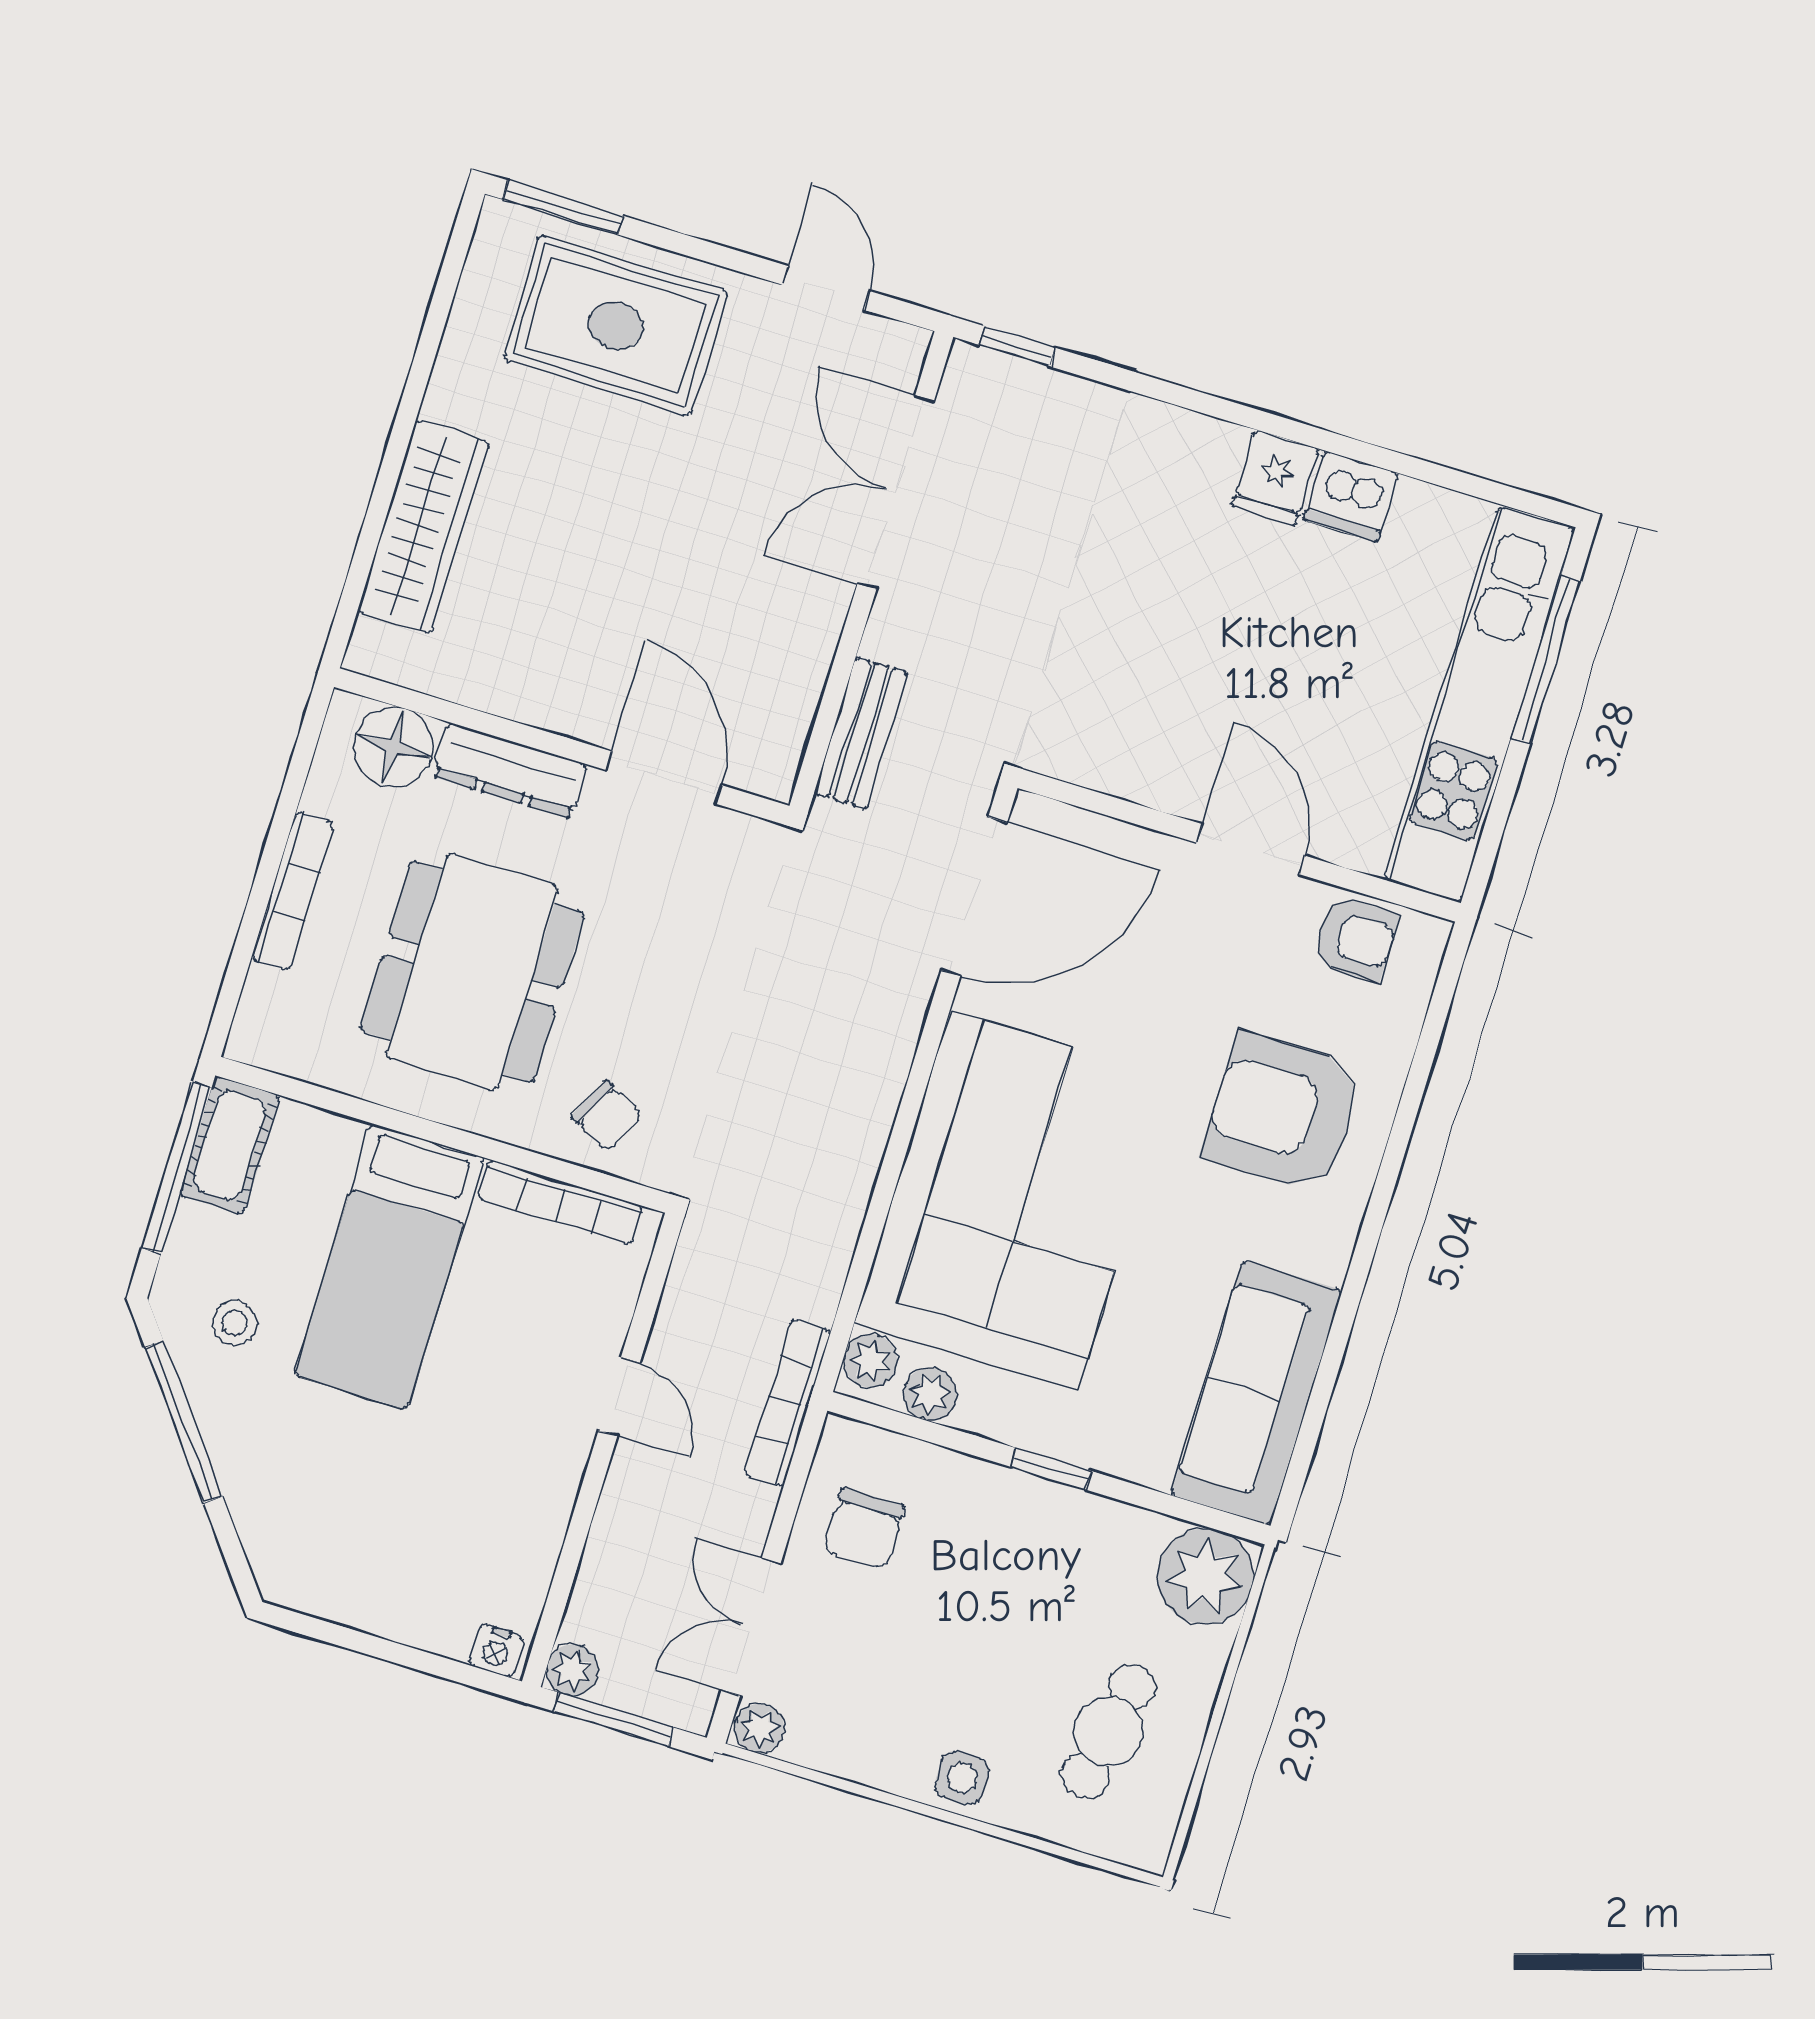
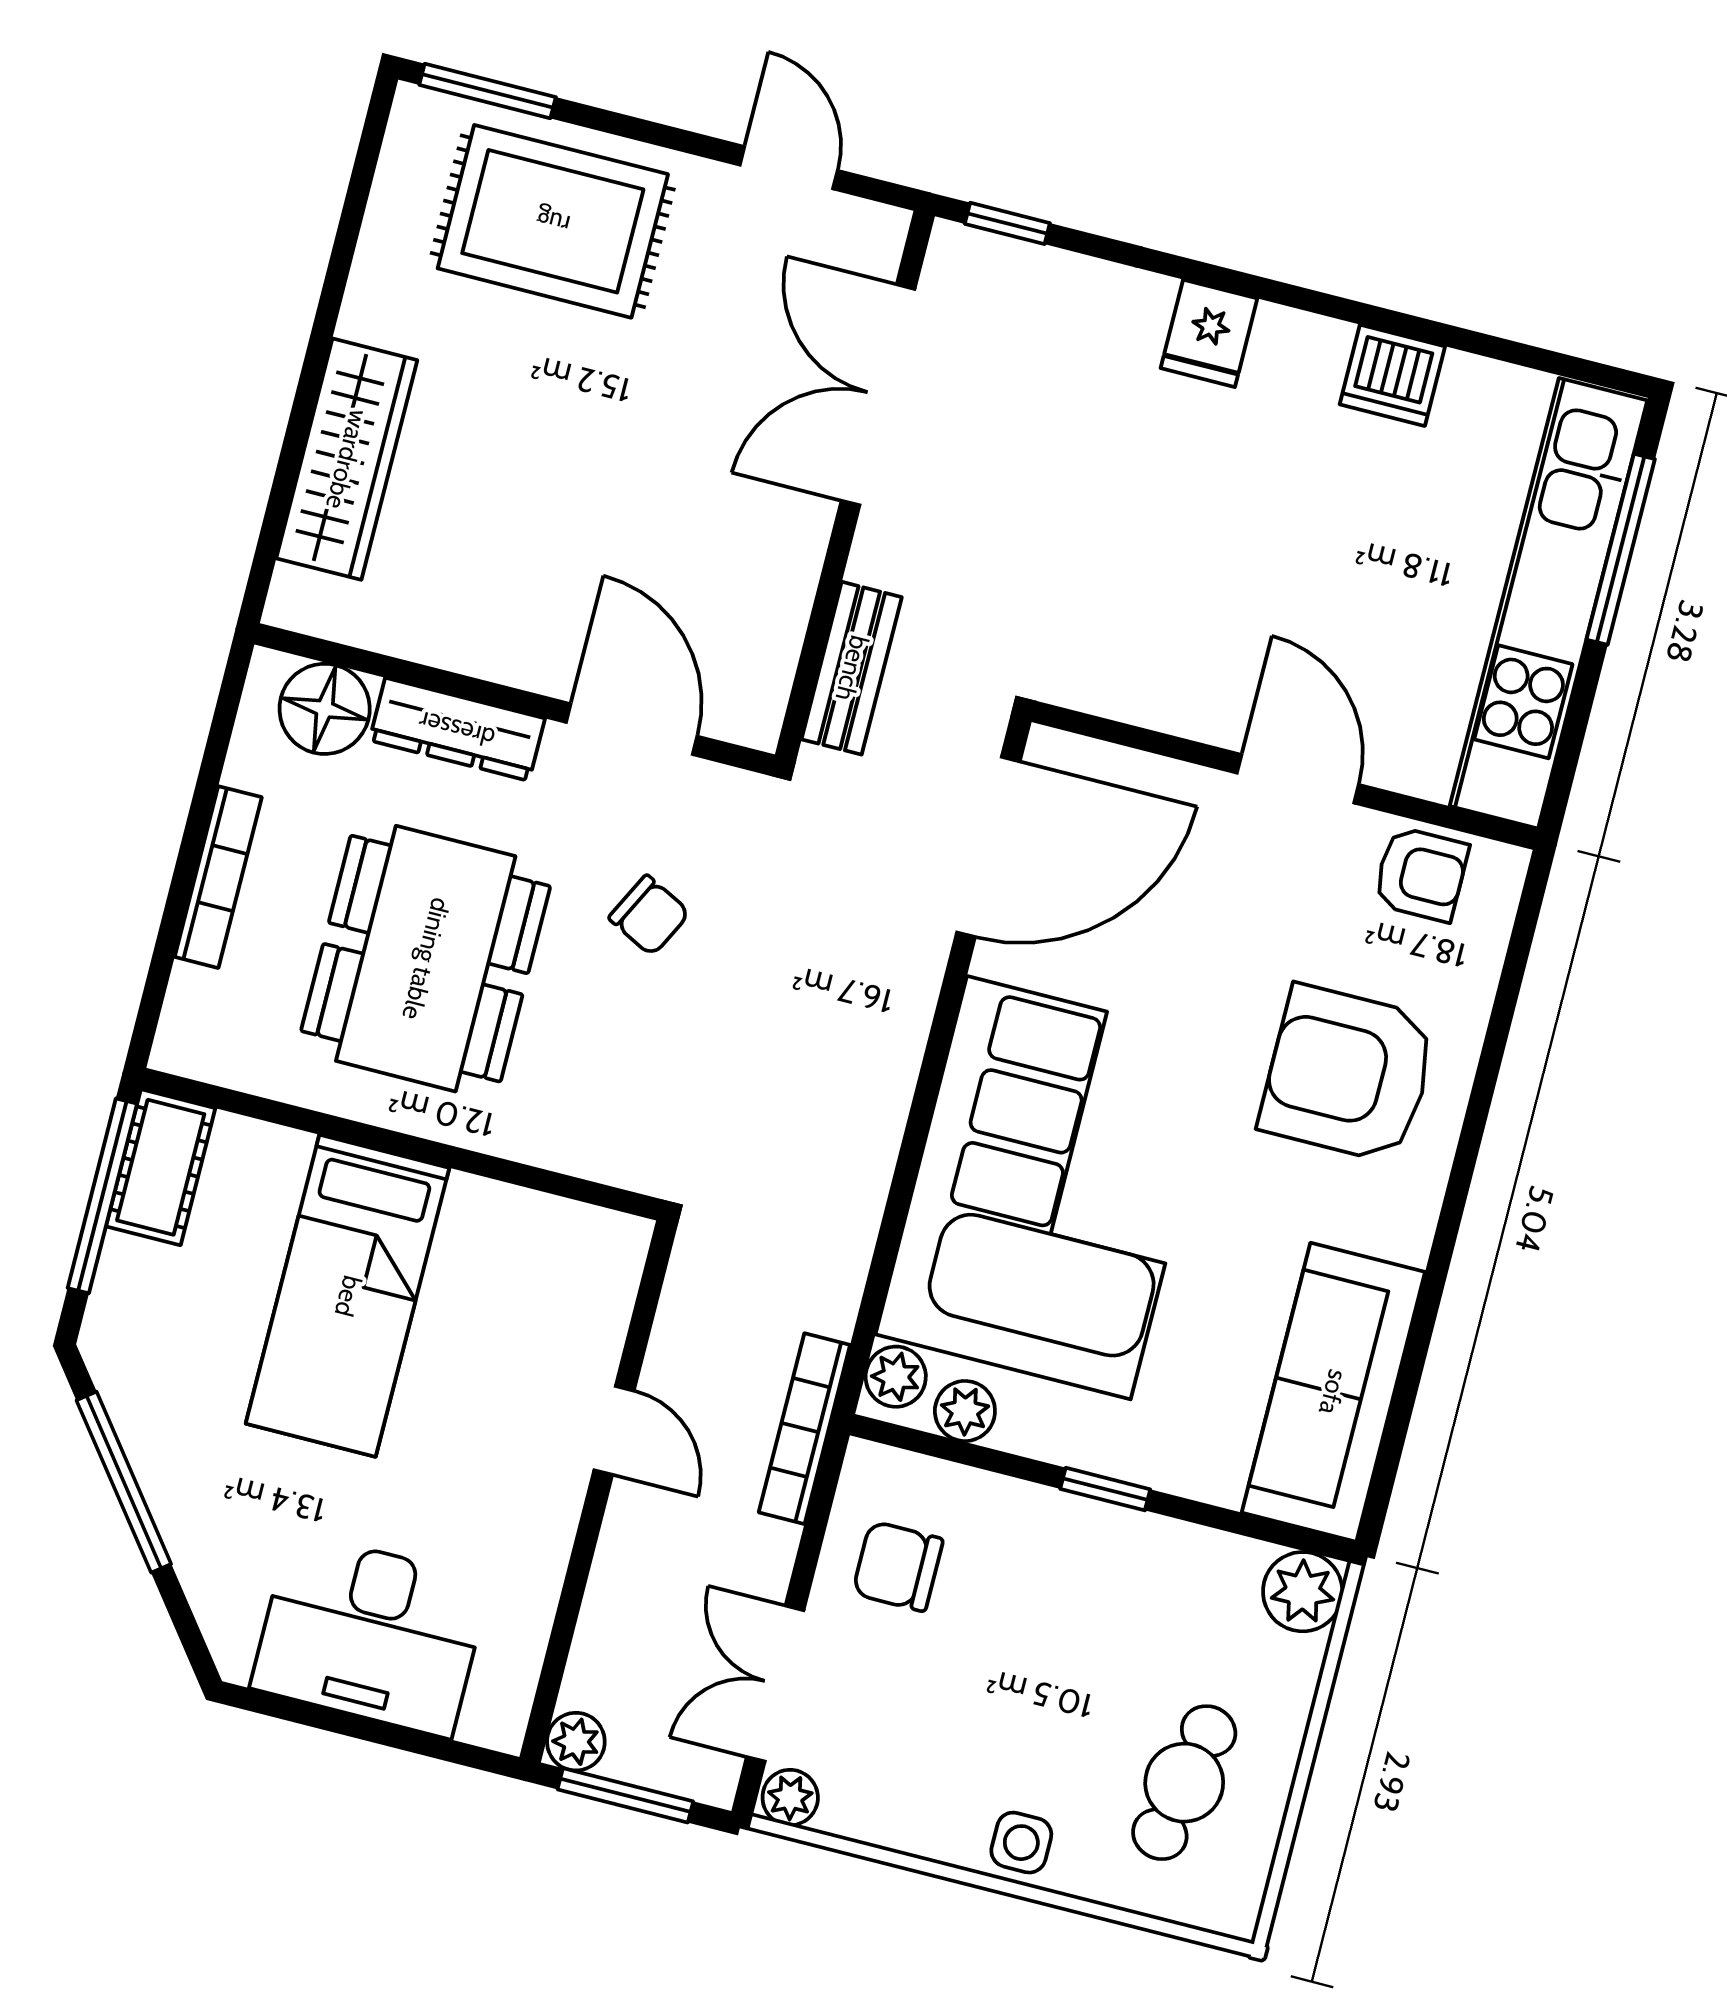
fridge: (1275, 478) -> (1209, 333), moved
chair: (607, 1116) -> (649, 915), moved
bookcase: (560, 1202) -> (537, 1214), removed
stool: (235, 1323) -> (176, 1368), removed
chair: (864, 1528) -> (898, 1566), turned 90
desk: (395, 1567) -> (370, 1634), added
plant: (1205, 1576) -> (1303, 1592), width x0.73, depth x0.73
nightstand: (496, 1651) -> (489, 1724), removed

